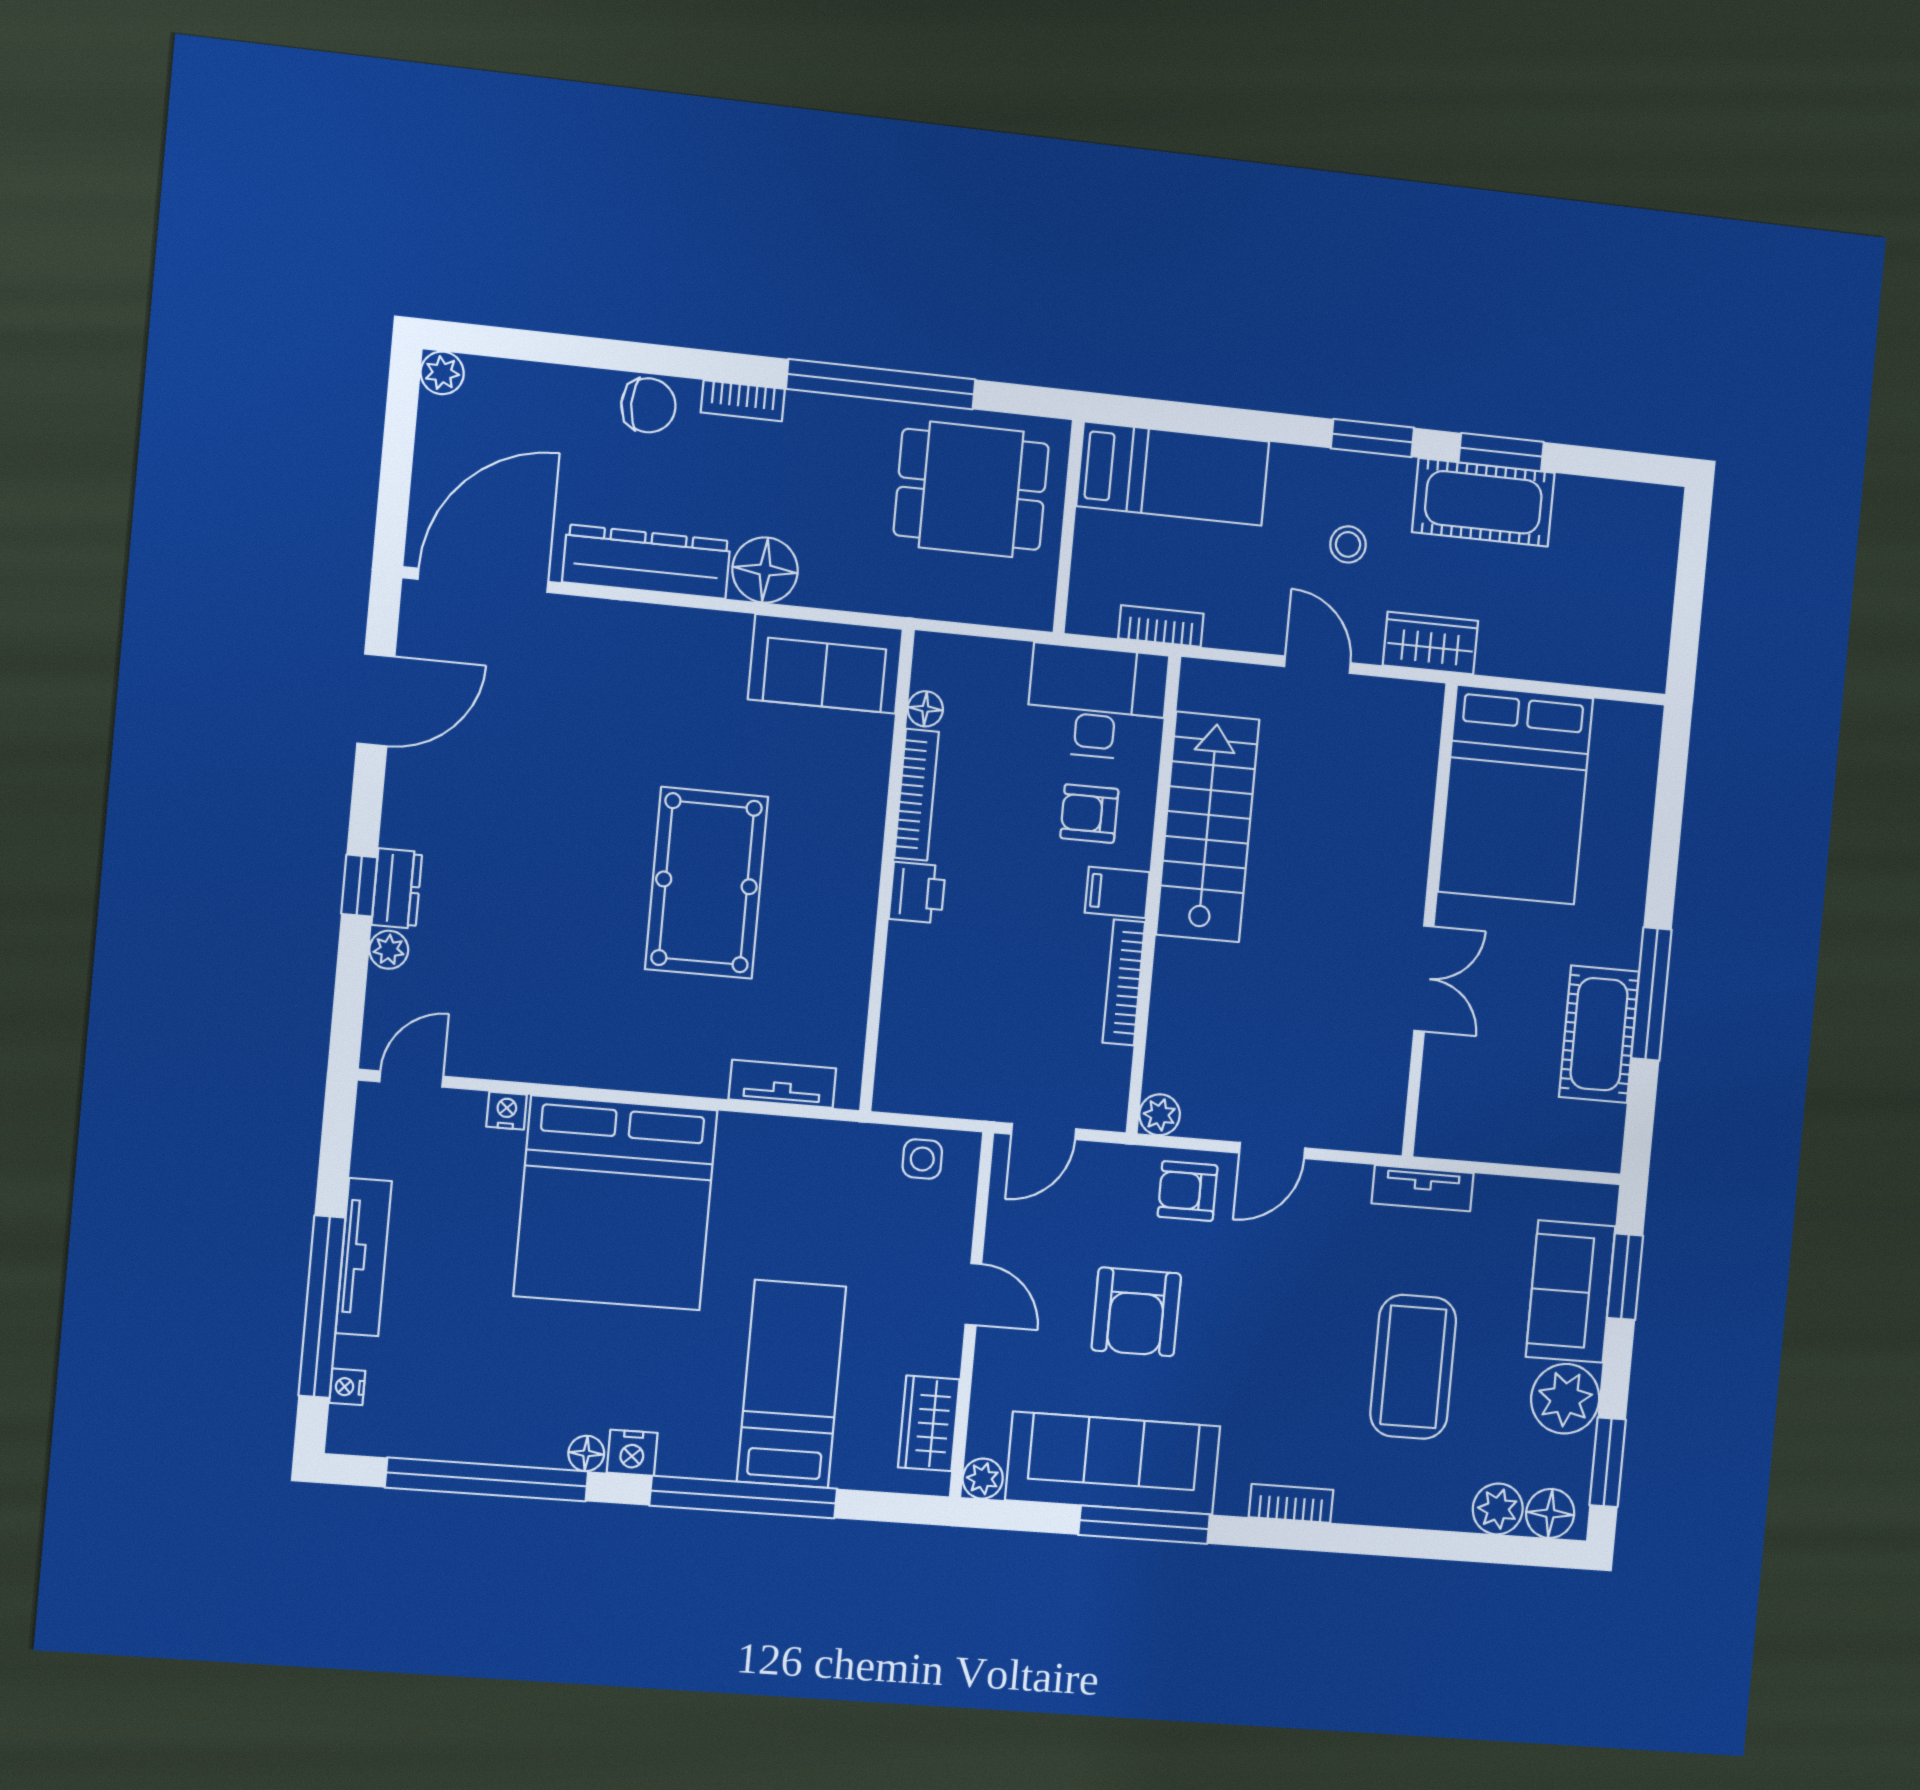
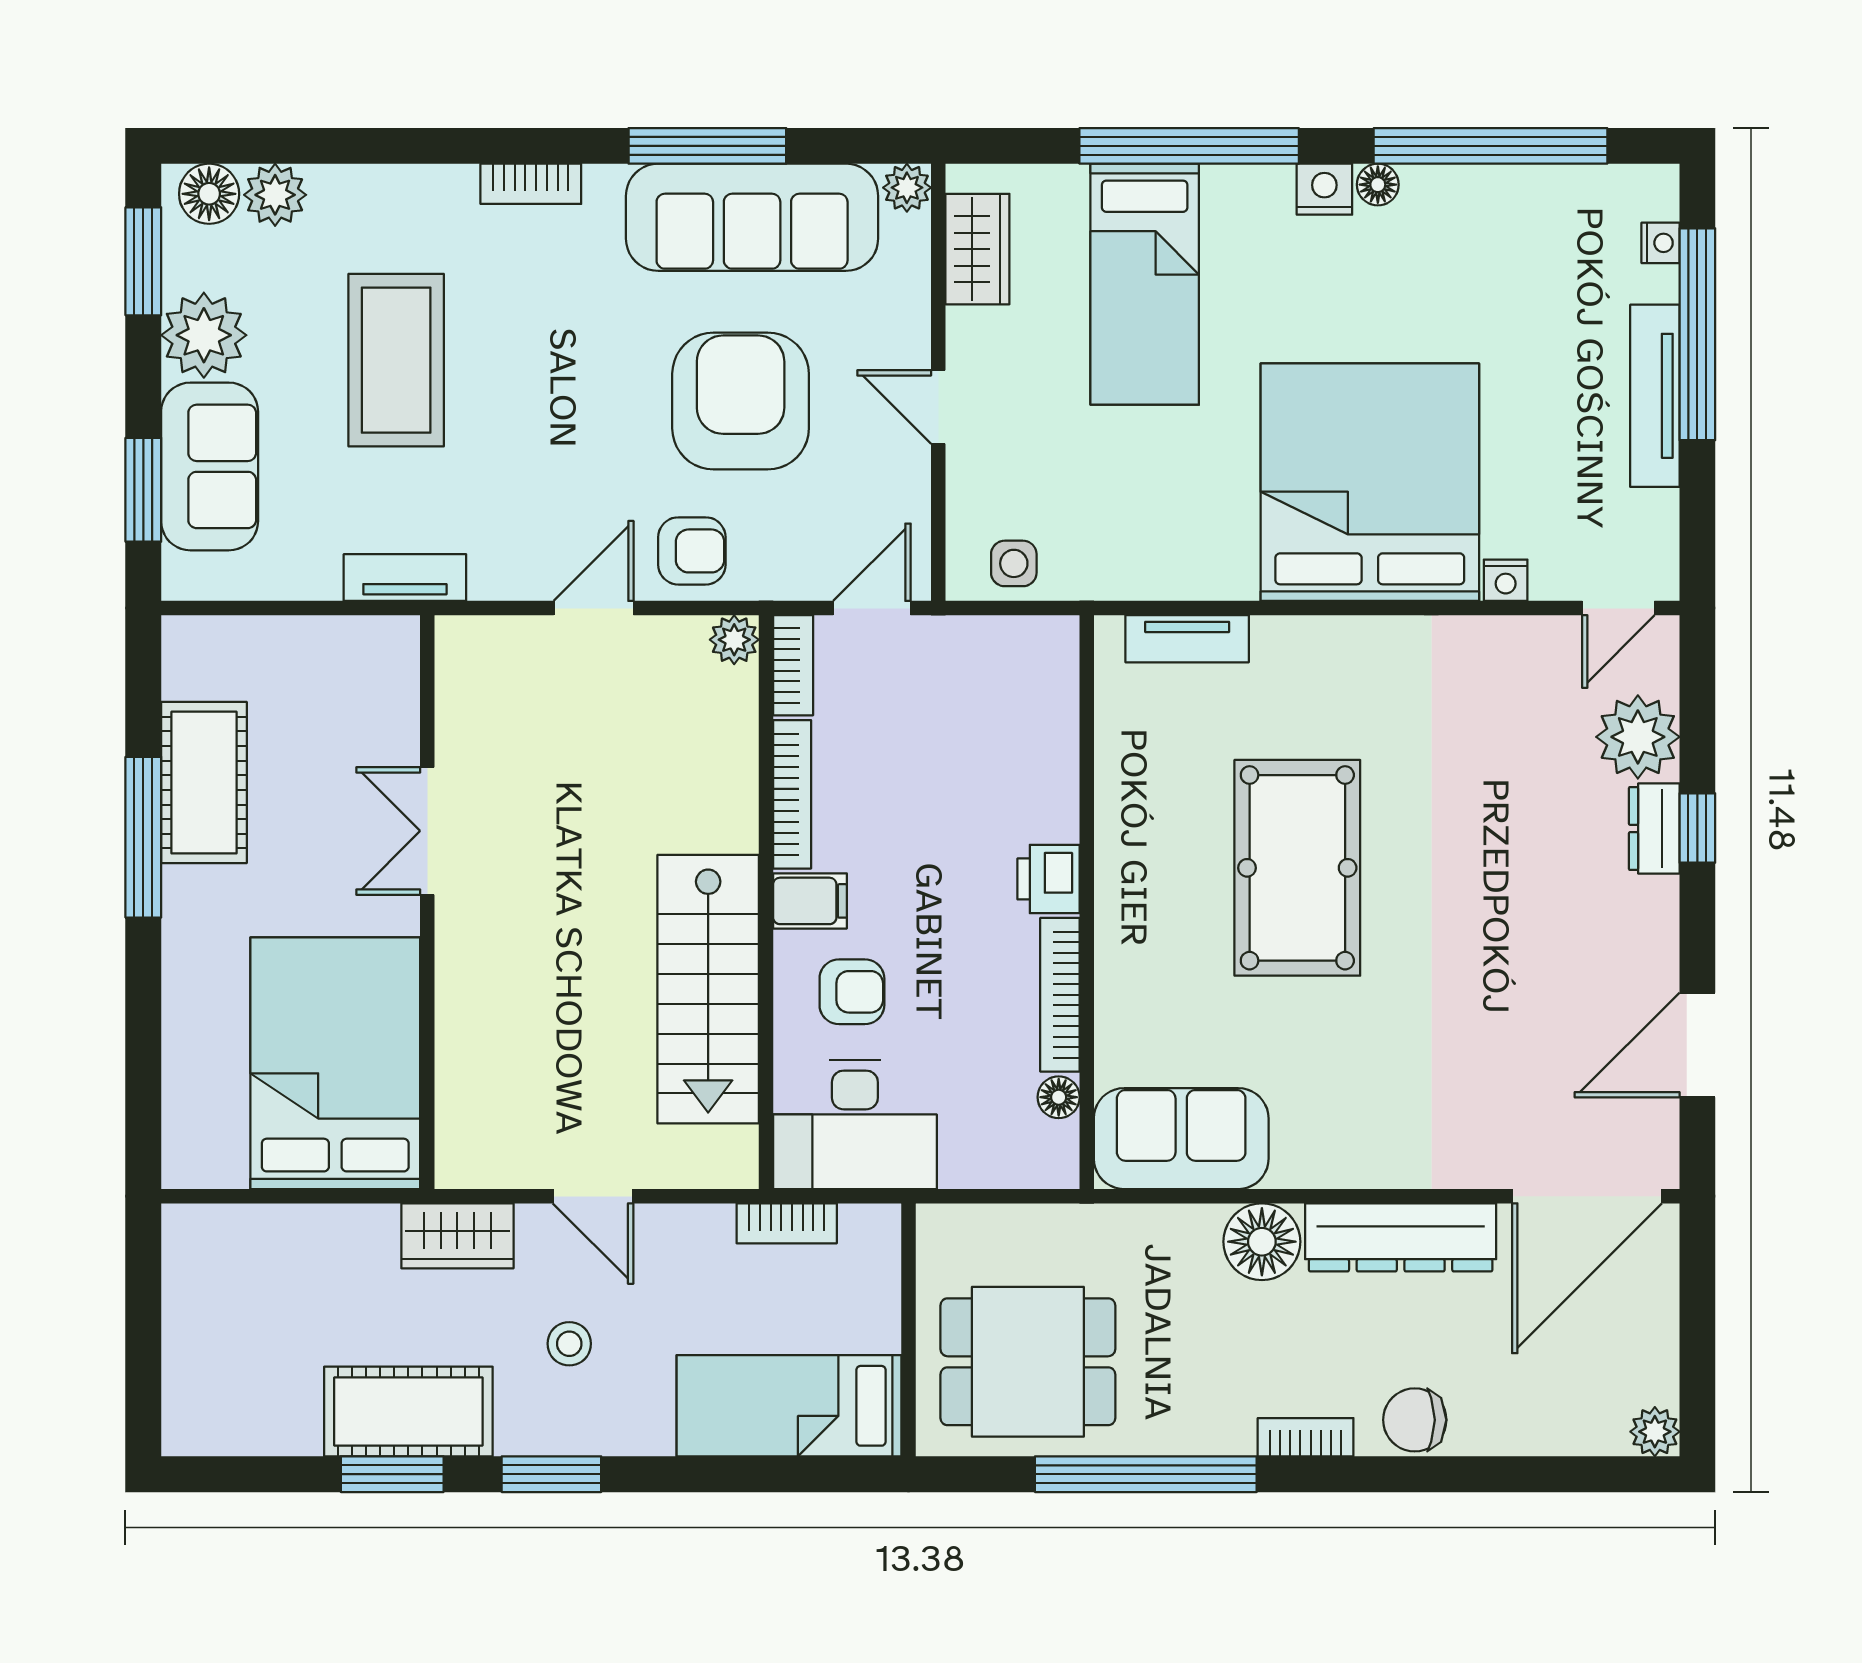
plant: (389, 950) -> (1638, 737), width x1.87, depth x1.87
bookcase: (1113, 1089) -> (793, 665), added
armchair: (1136, 1312) -> (741, 401), width x1.36, depth x1.36

